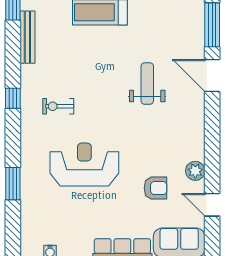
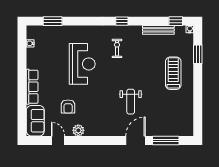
weight bench: (147, 84) -> (131, 102), turned 90
window: (13, 184) -> (53, 21), moved
door: (212, 205) -> (58, 140), hinge flipped

